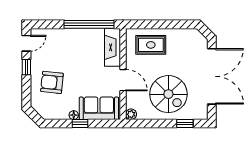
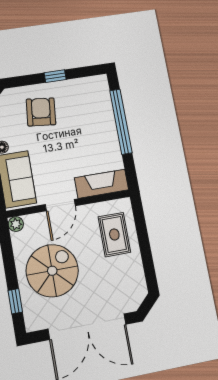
window: (89, 24) -> (121, 122), moved
door: (26, 43) -> (86, 71), removed
spiral stairs: (168, 94) -> (52, 271), turned 180

